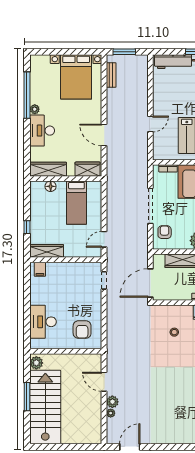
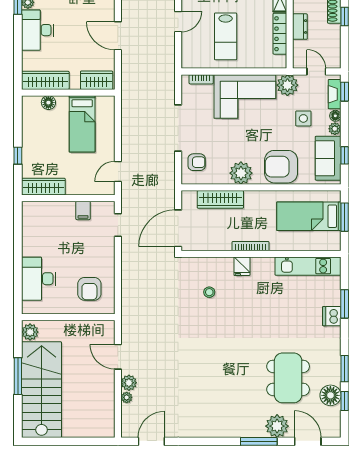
armchair: (165, 232) -> (197, 162), turned 90
filing cabinet: (40, 269) -> (83, 210), moved

